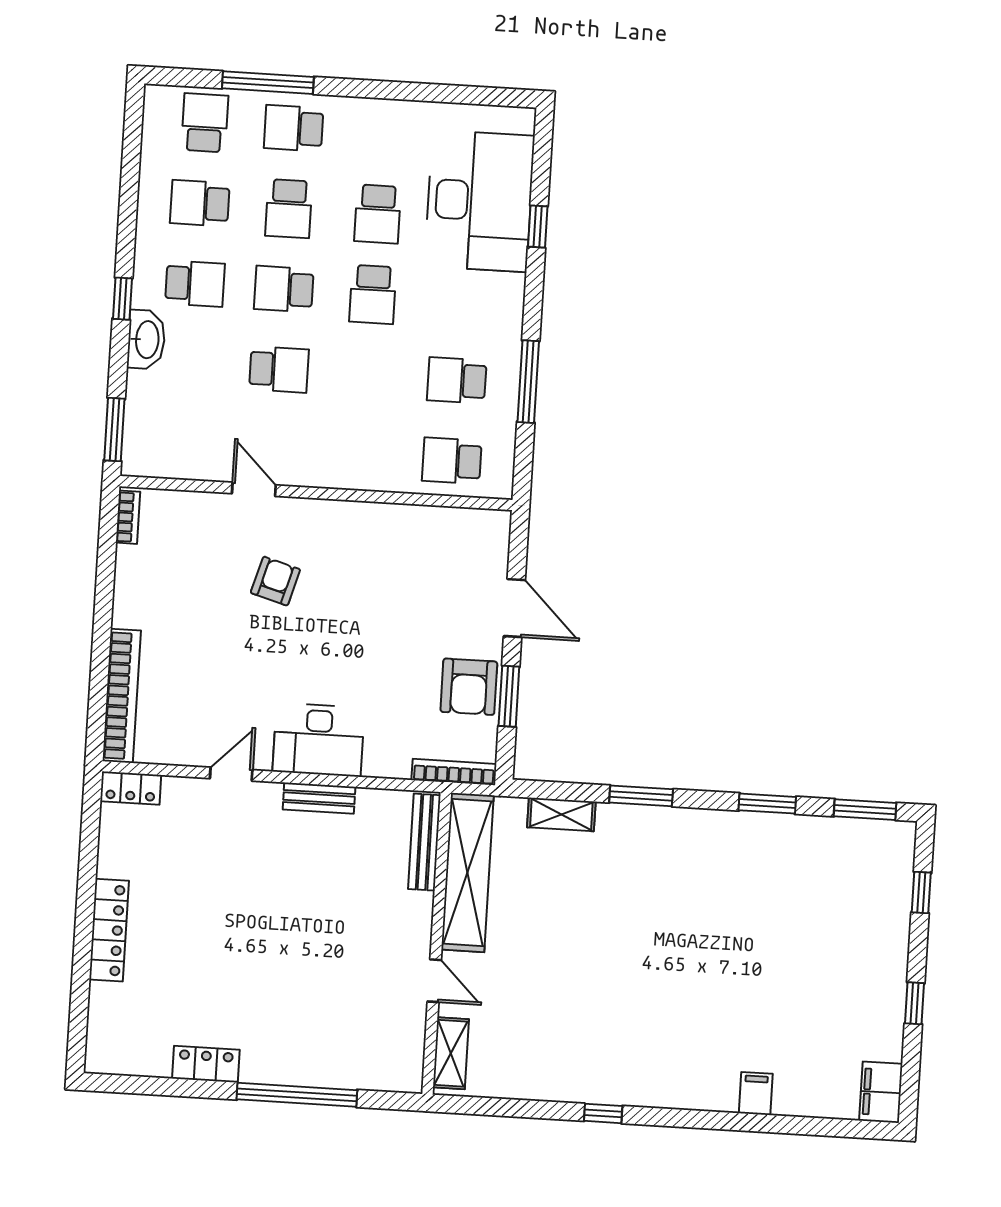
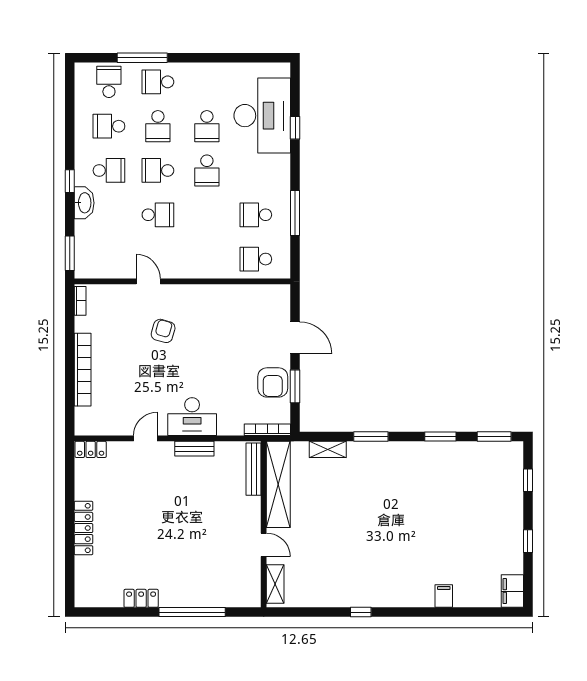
bookcase: (122, 696) -> (83, 370), moved

